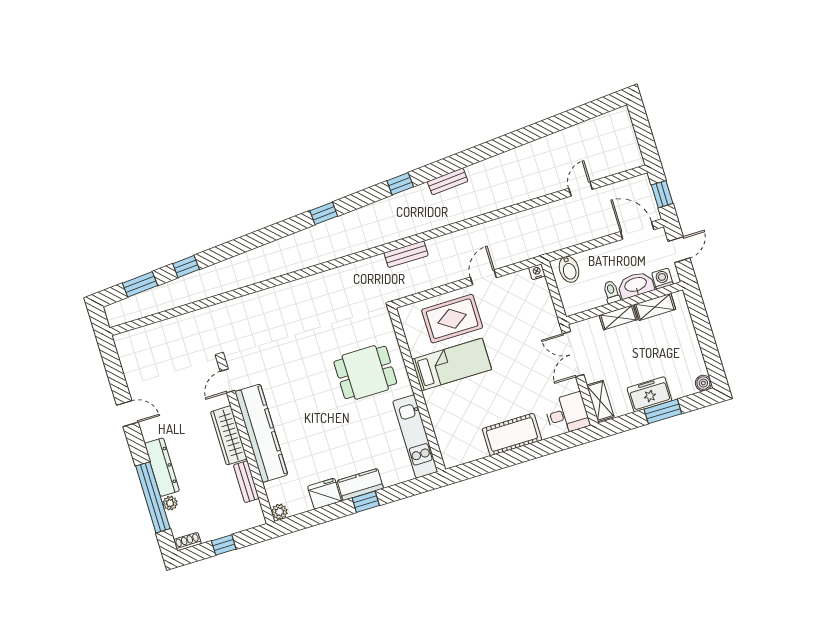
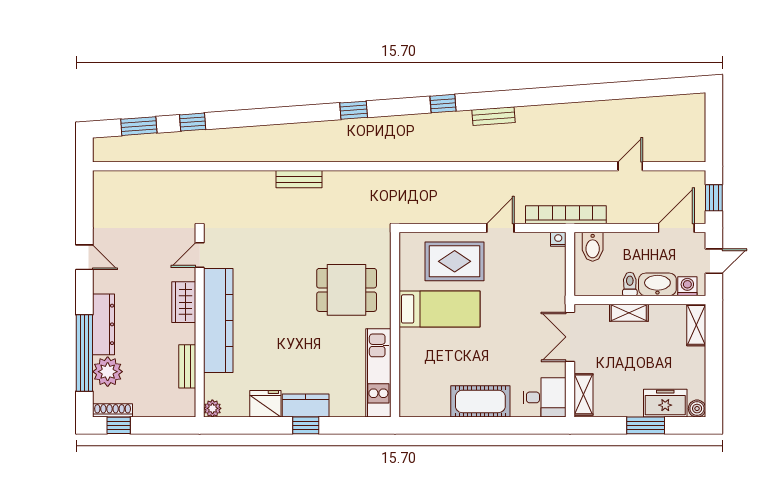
door: (637, 231) -> (676, 228), hinge flipped
bookcase: (537, 248) -> (566, 215), added
bench: (406, 254) -> (299, 179), moved
shelving: (655, 307) -> (696, 325), moved, turned 90
freezer: (649, 394) -> (665, 403), moved
wardrobe: (229, 435) -> (184, 302), width x0.67
plant: (170, 503) -> (108, 372), width x1.87, depth x1.87
shoe rack: (187, 542) -> (113, 410), width x1.43
window: (224, 545) -> (119, 425), moved

